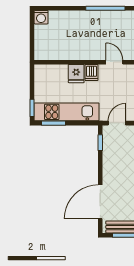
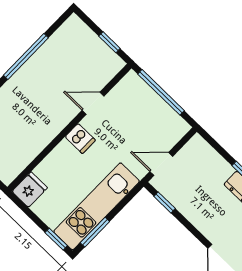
fridge: (76, 74) -> (30, 190), moved, turned -90
door: (117, 123) -> (161, 164), hinge flipped

